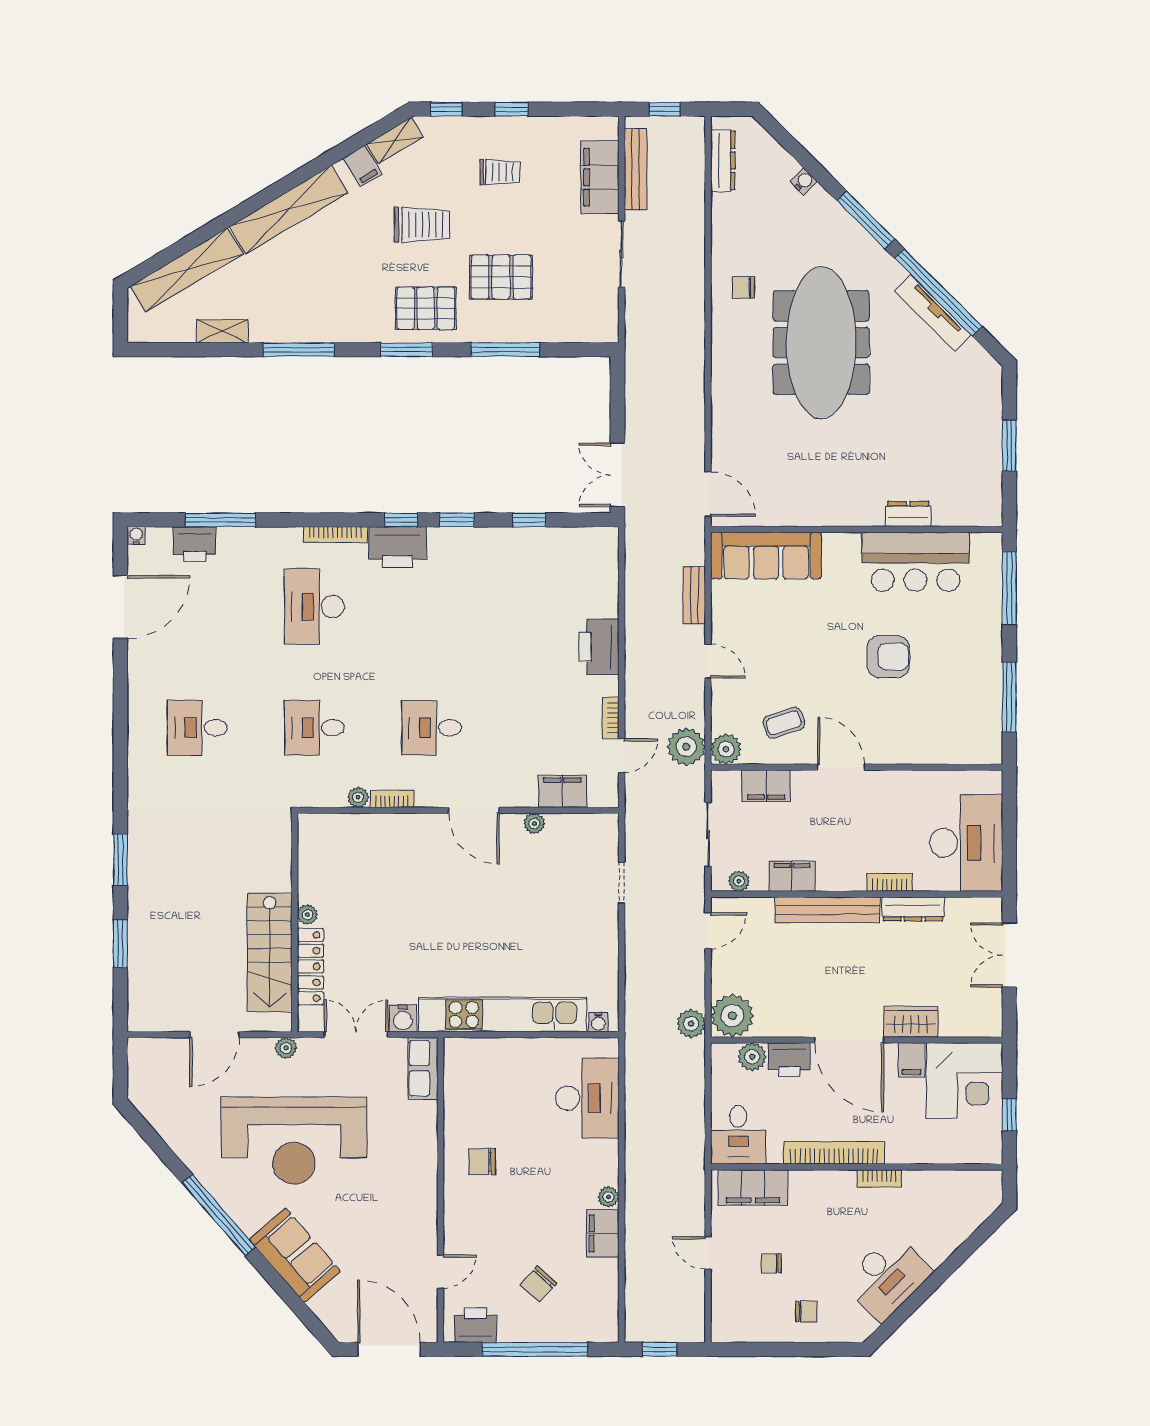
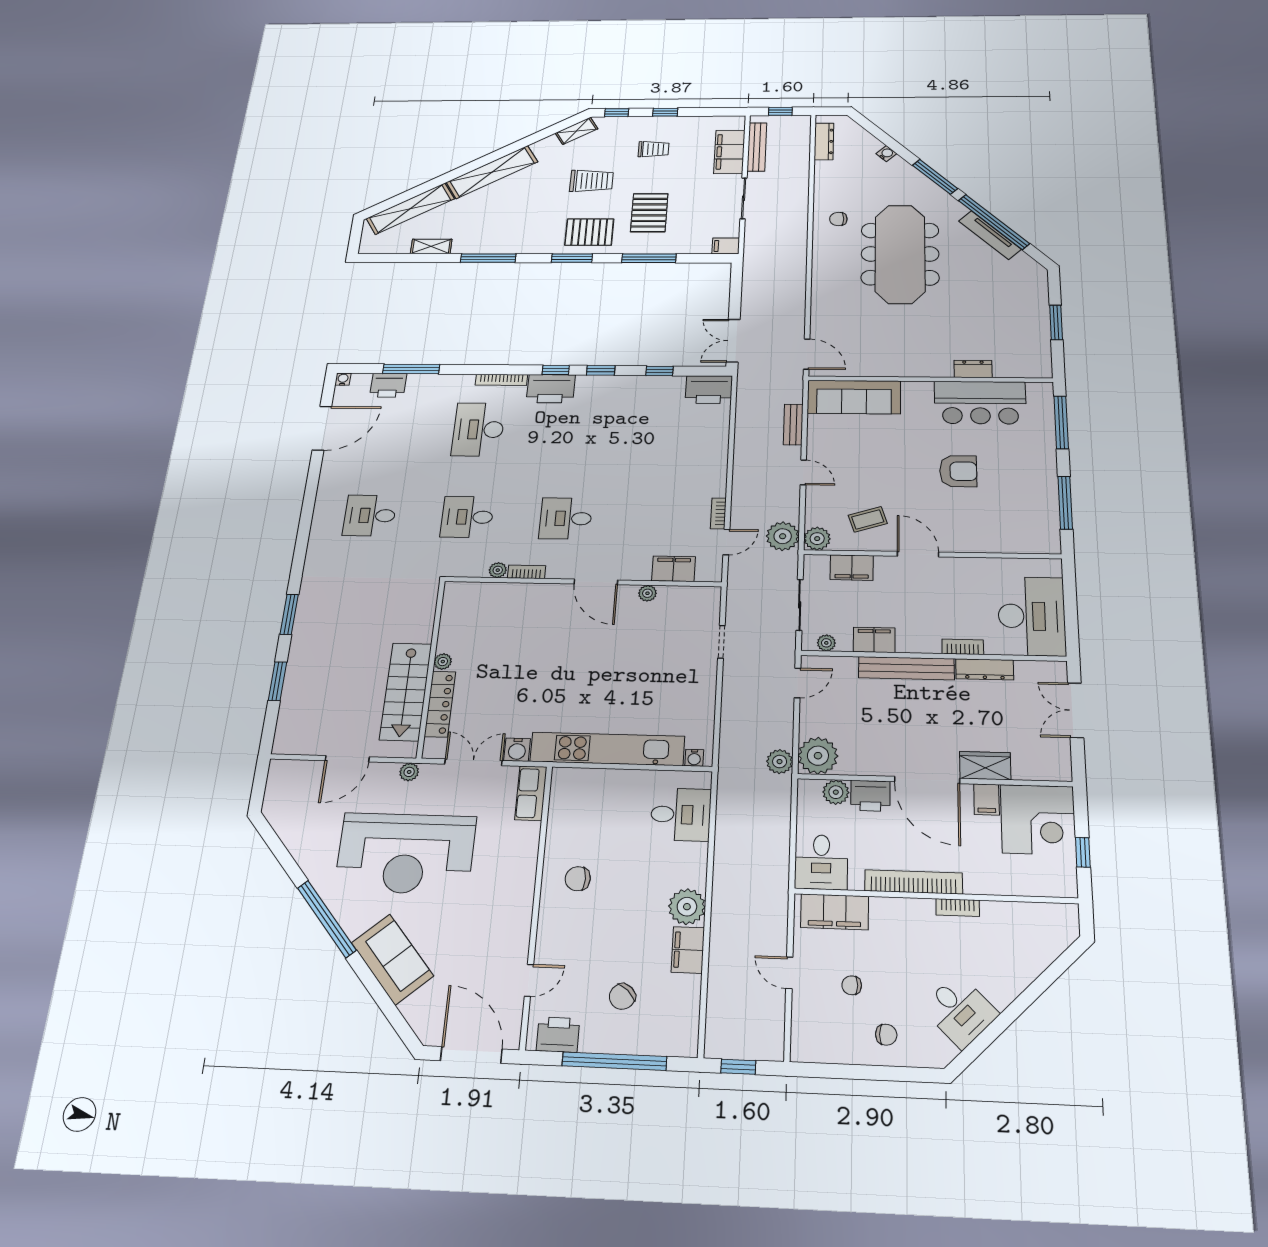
filing cabinet: (363, 166) -> (726, 246), moved, turned 121
pallet: (501, 277) -> (649, 213), turned 90
printer: (599, 647) -> (709, 390), moved, turned -90
desk: (587, 1098) -> (681, 814), width x0.73
plant: (608, 1197) -> (687, 907), width x1.87, depth x1.87
desk: (887, 1277) -> (960, 1011), width x0.73

